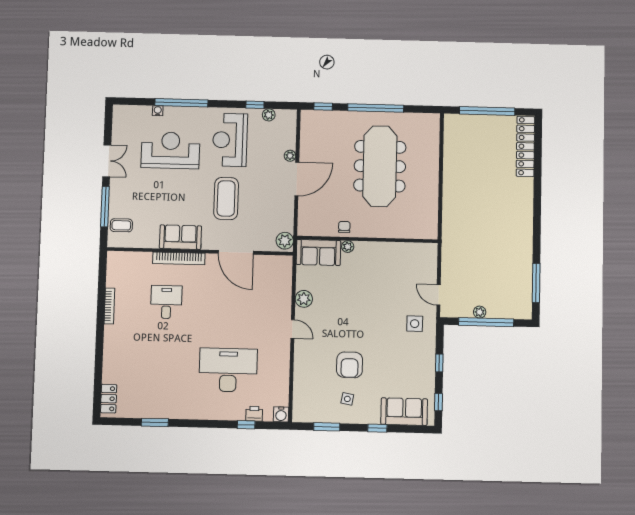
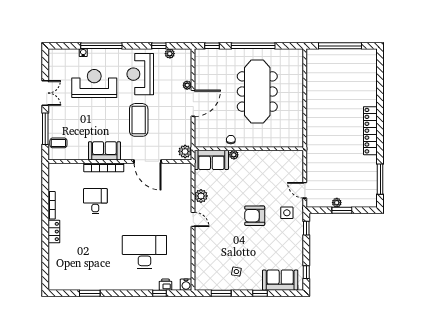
locker: (525, 146) -> (370, 131), moved
window: (486, 322) -> (342, 210), width x0.47
window: (439, 363) -> (306, 228), moved
armchair: (350, 365) -> (255, 216), moved, turned 90
locker: (109, 399) -> (54, 232), moved

